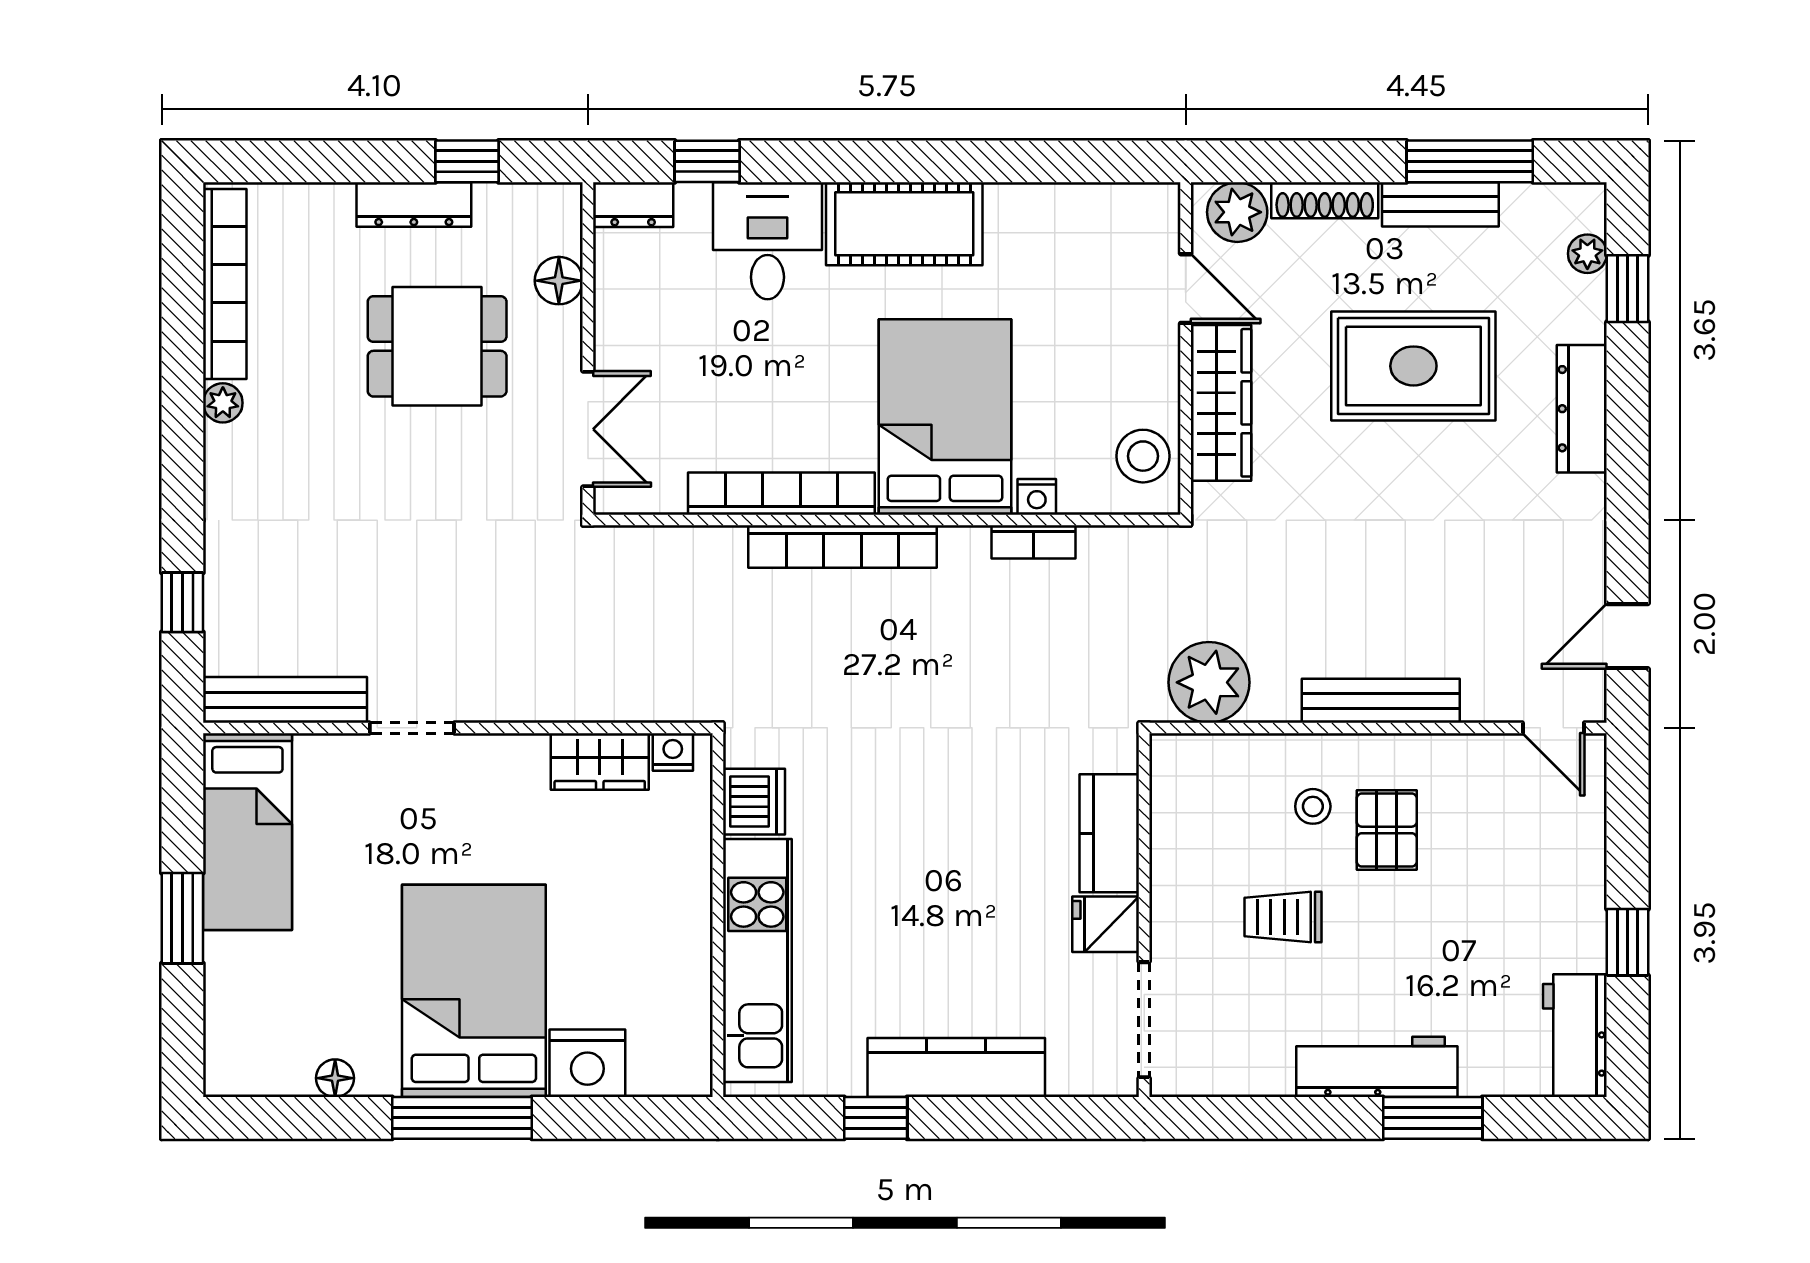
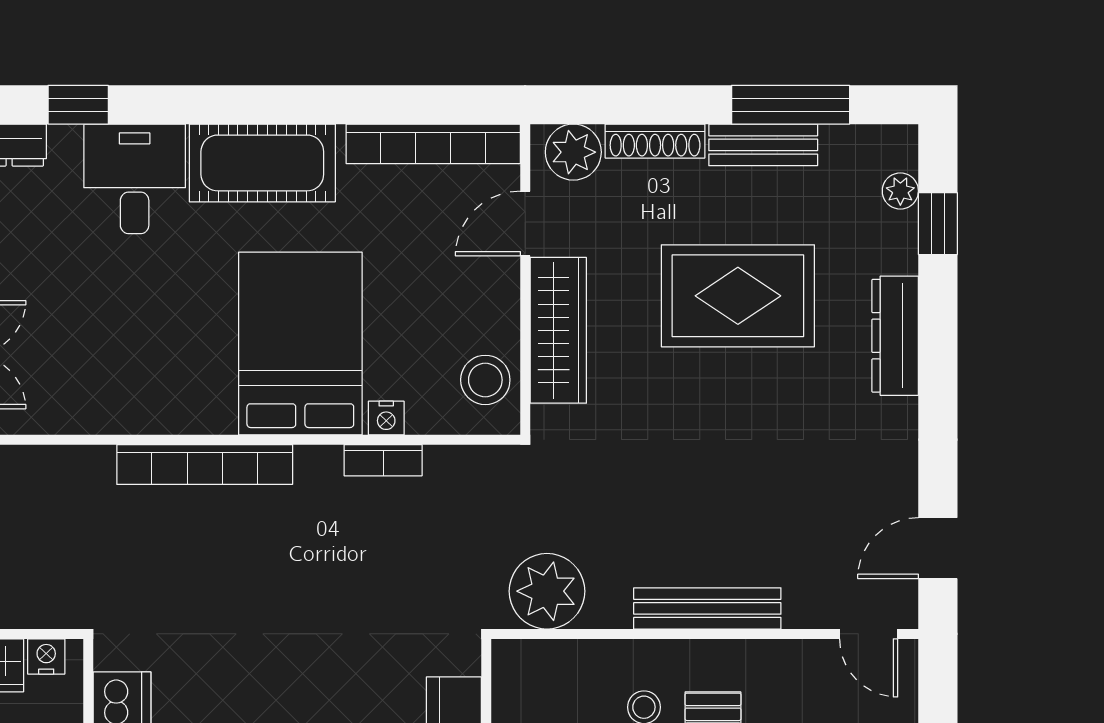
door: (1186, 289) -> (525, 224), swing flipped
bookcase: (781, 494) -> (433, 144), moved, turned 180

